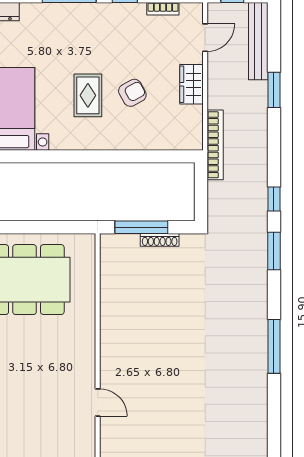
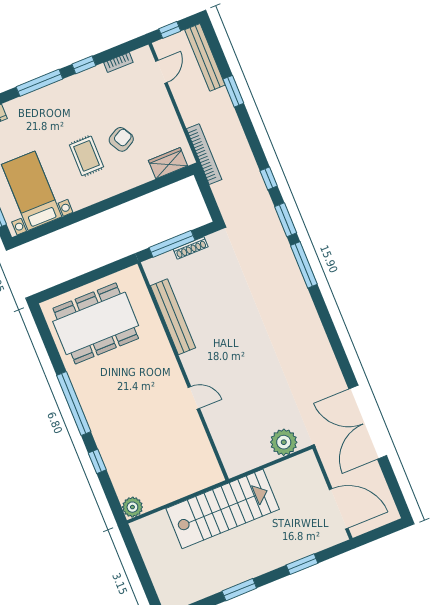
wardrobe: (191, 84) -> (168, 163), moved, turned 90
bench: (110, 306) -> (173, 317), added
window: (274, 346) -> (304, 265), moved

